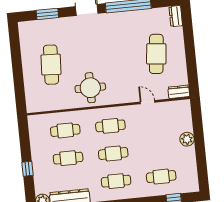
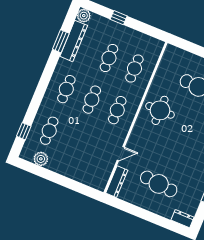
dresser: (179, 92) -> (117, 182), width x1.44
plant: (187, 139) -> (41, 159), moved

